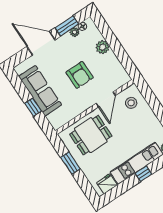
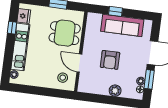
armchair: (80, 75) -> (110, 60), turned -90
dining table: (91, 135) -> (65, 33), turned 90
window: (143, 174) -> (12, 28), moved

